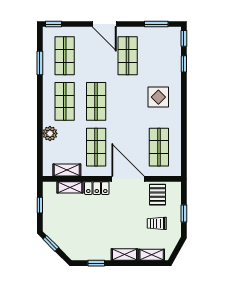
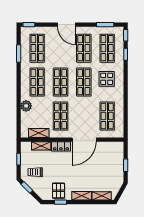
shop shelf: (159, 56) -> (107, 48), added
shop shelf: (128, 101) -> (84, 82), added
door: (128, 179) -> (84, 140), swing flipped
pallet: (158, 195) -> (58, 191), moved
trolley: (157, 223) -> (35, 172), moved

